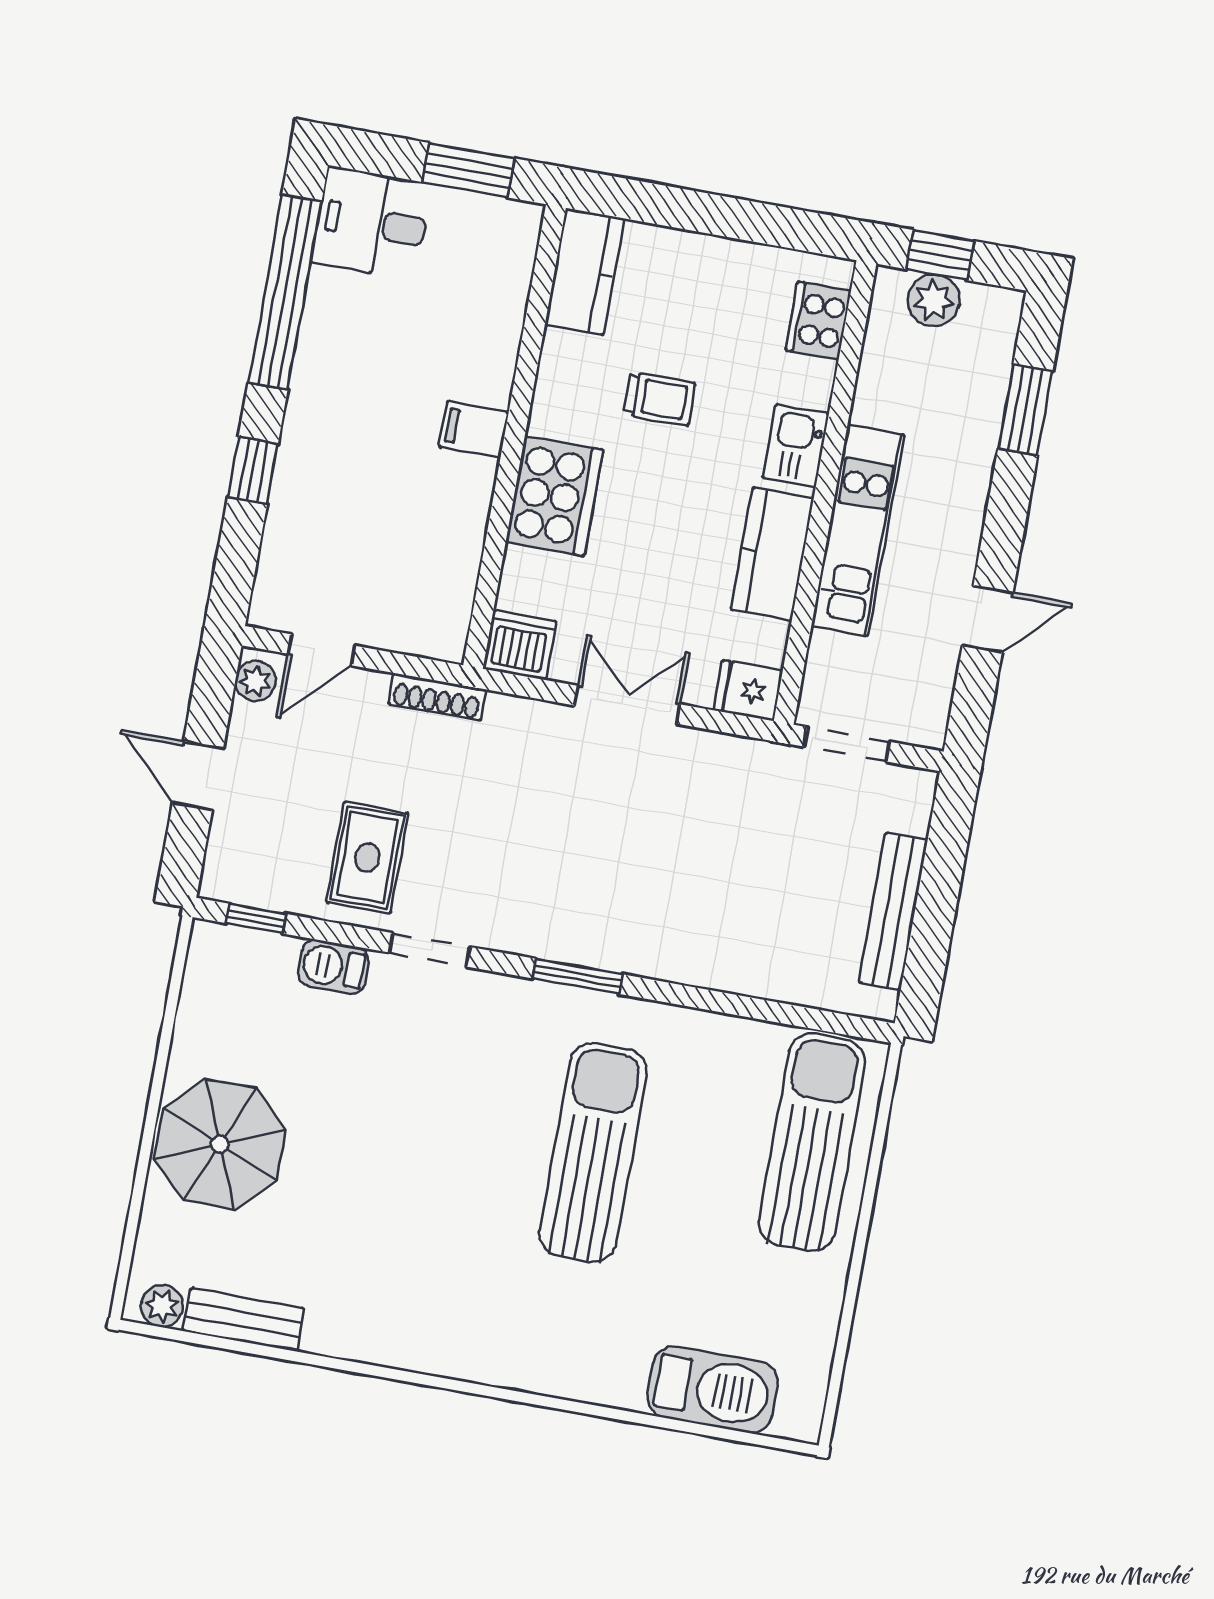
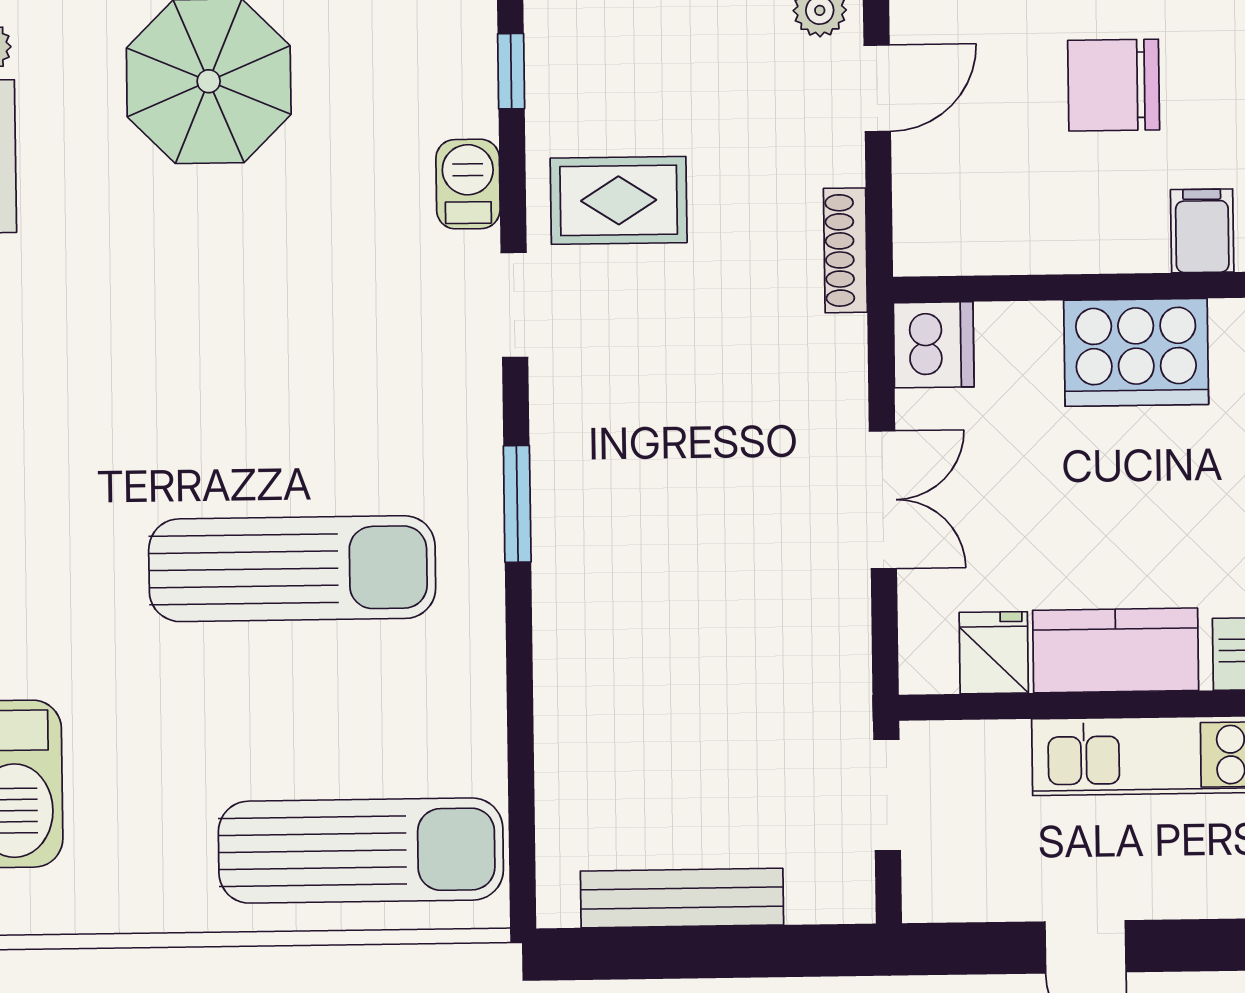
chair: (353, 474) -> (1114, 85), added
door: (322, 650) -> (877, 88), swing flipped
fridge: (748, 690) -> (994, 653), moved

